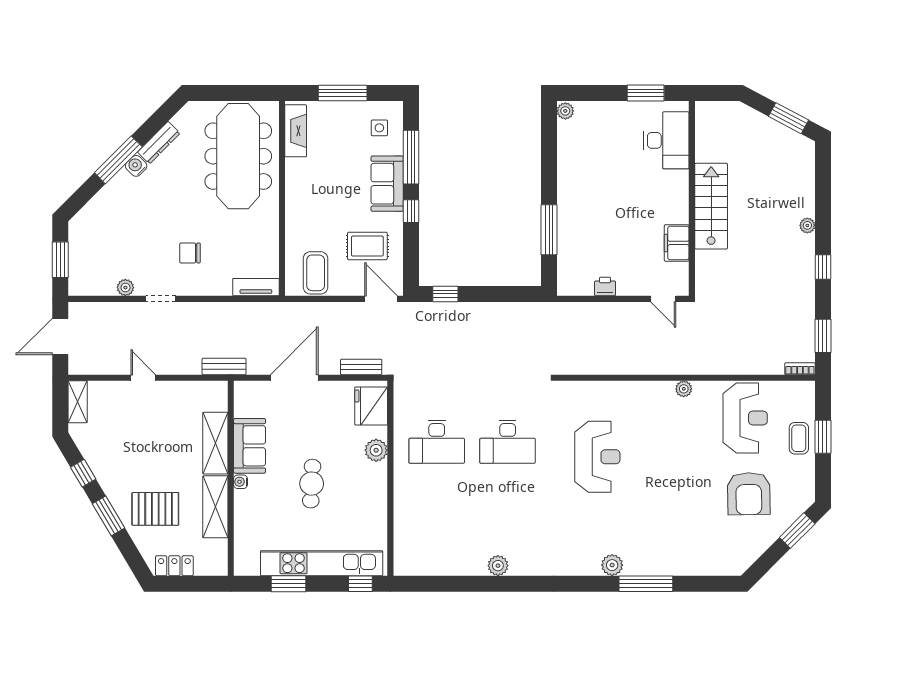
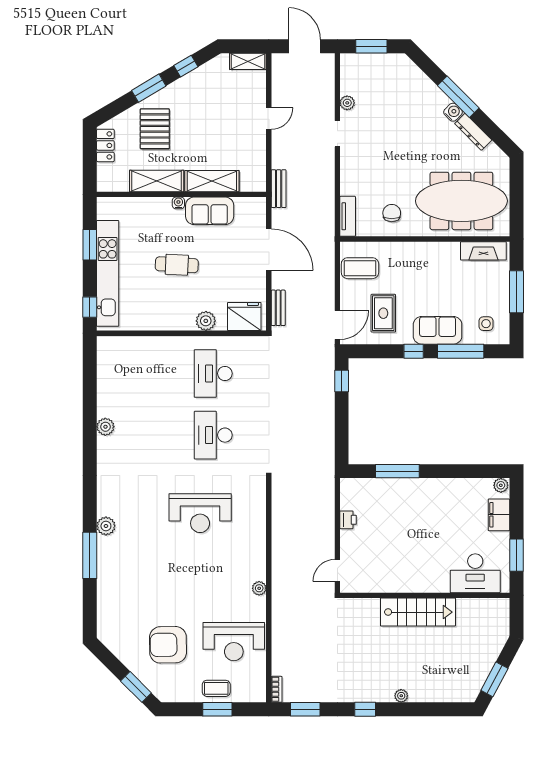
filing cabinet: (677, 243) -> (499, 515), moved, turned -90
chair: (190, 253) -> (392, 213), moved

